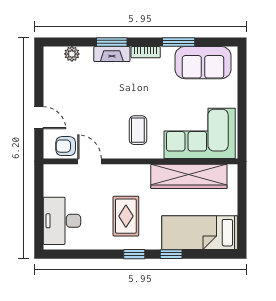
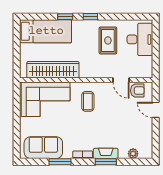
rug: (126, 216) -> (108, 40), moved

